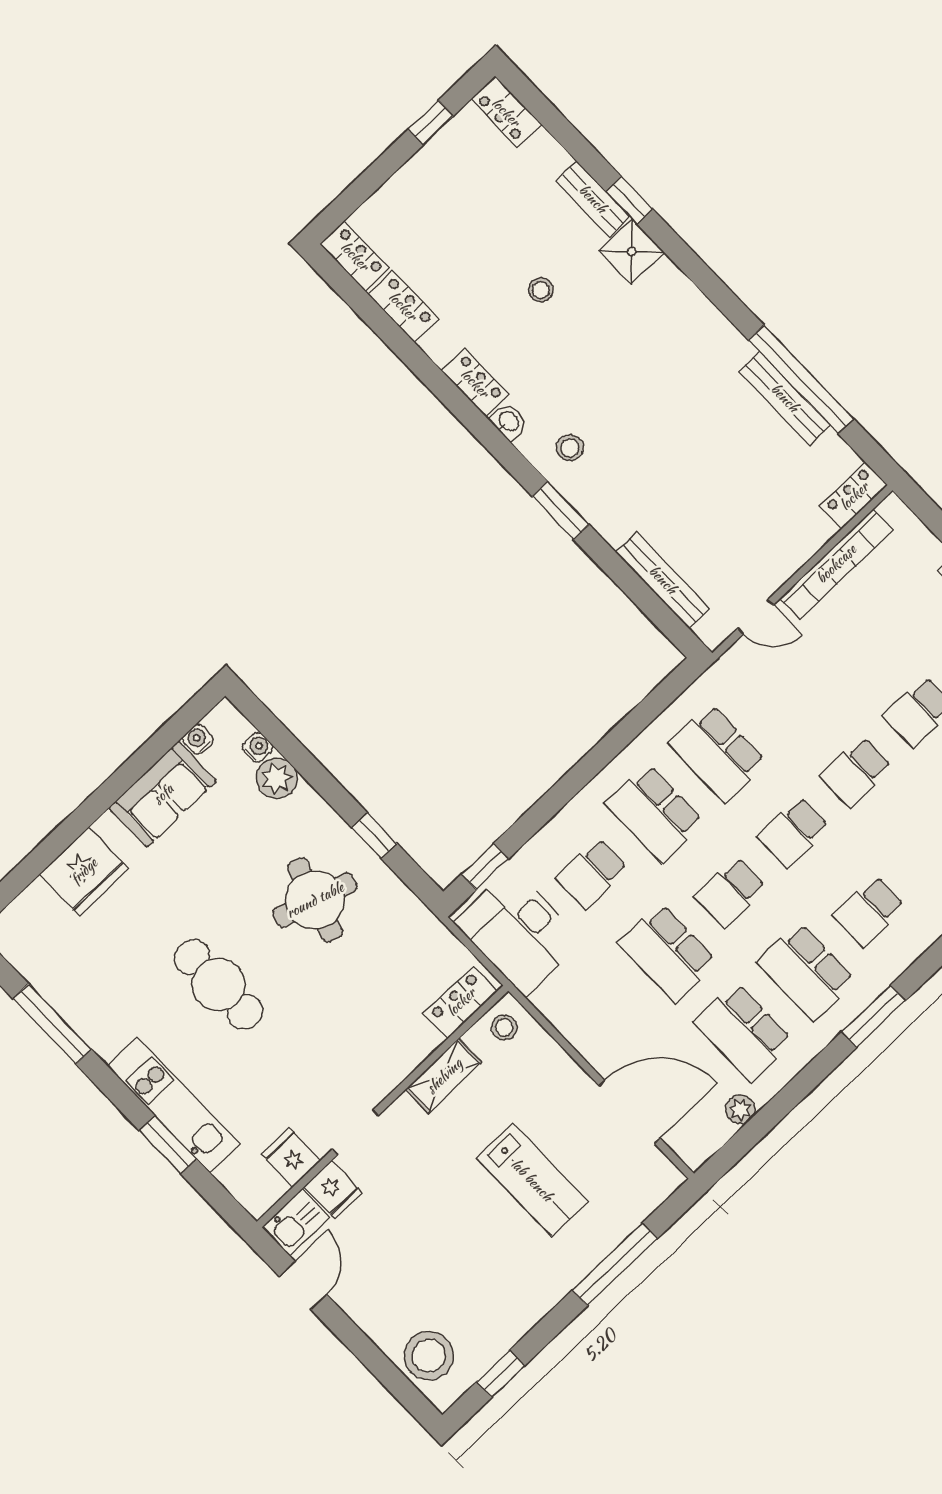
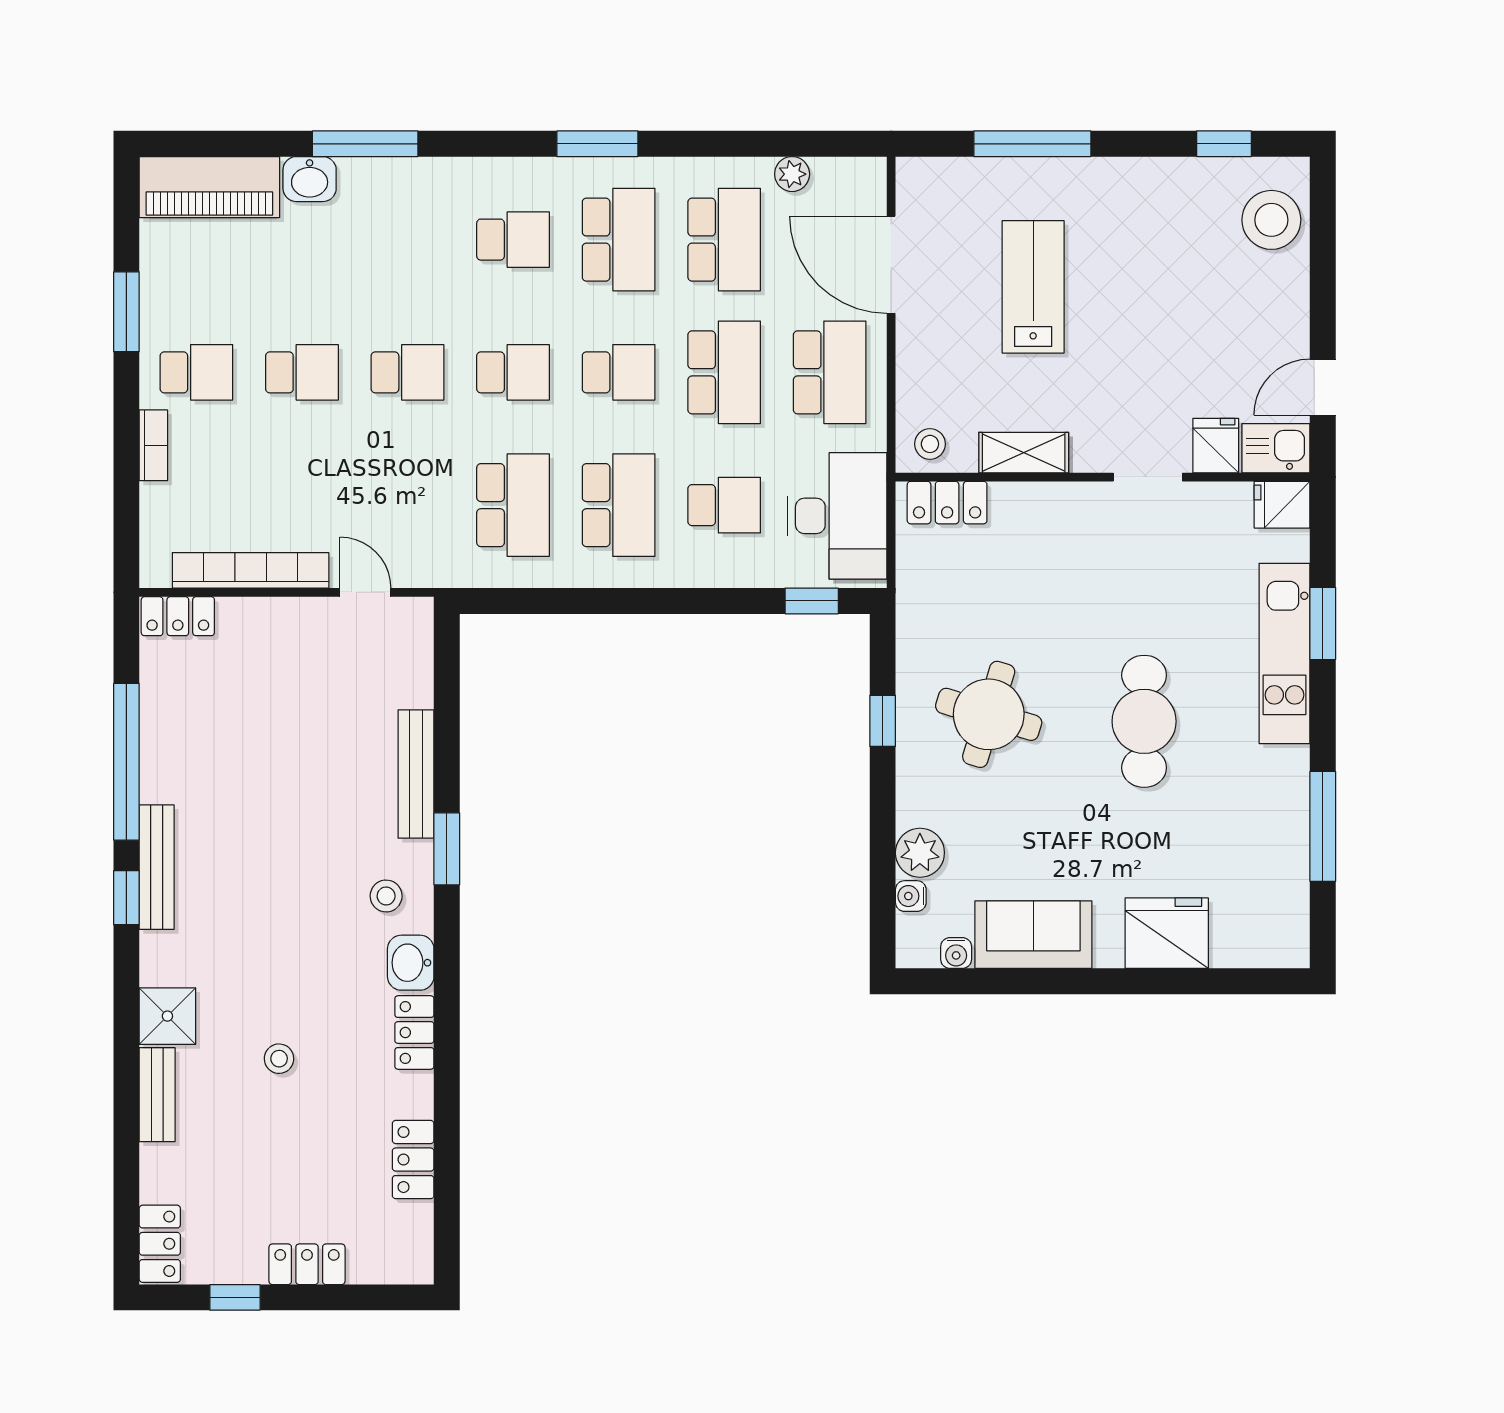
window: (629, 200) -> (126, 898), moved
locker: (355, 256) -> (307, 1264), moved, turned 90
bench: (785, 398) -> (157, 867), moved
washbasin: (509, 422) -> (411, 963), width x1.38, depth x1.45
bench: (663, 580) -> (416, 774), moved
school desk: (605, 1013) -> (830, 372), added
fridge: (291, 1157) -> (1282, 505), moved, turned 90

